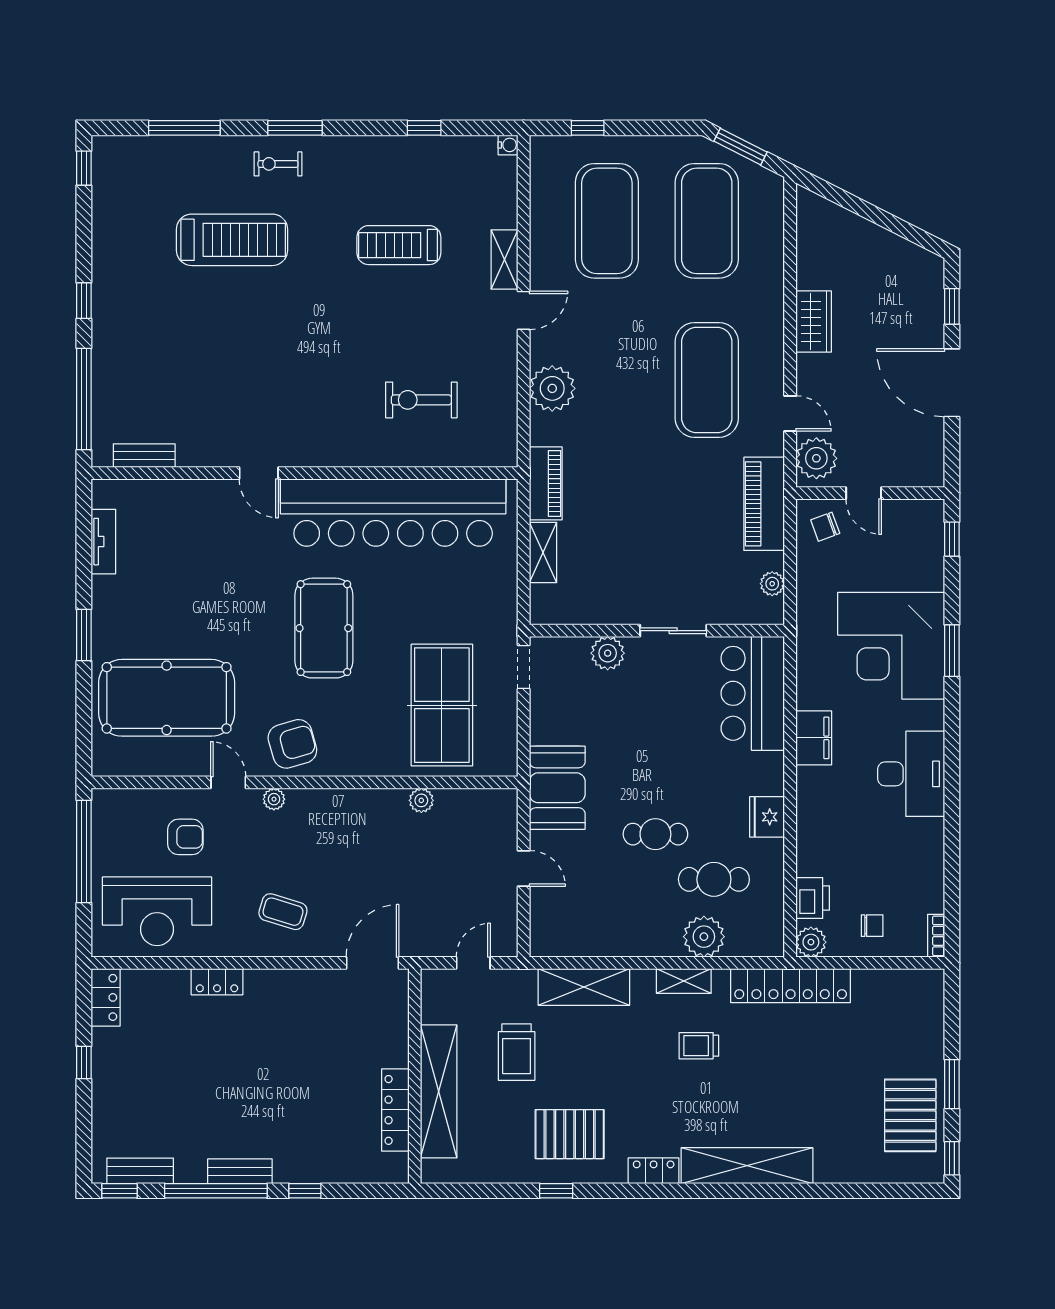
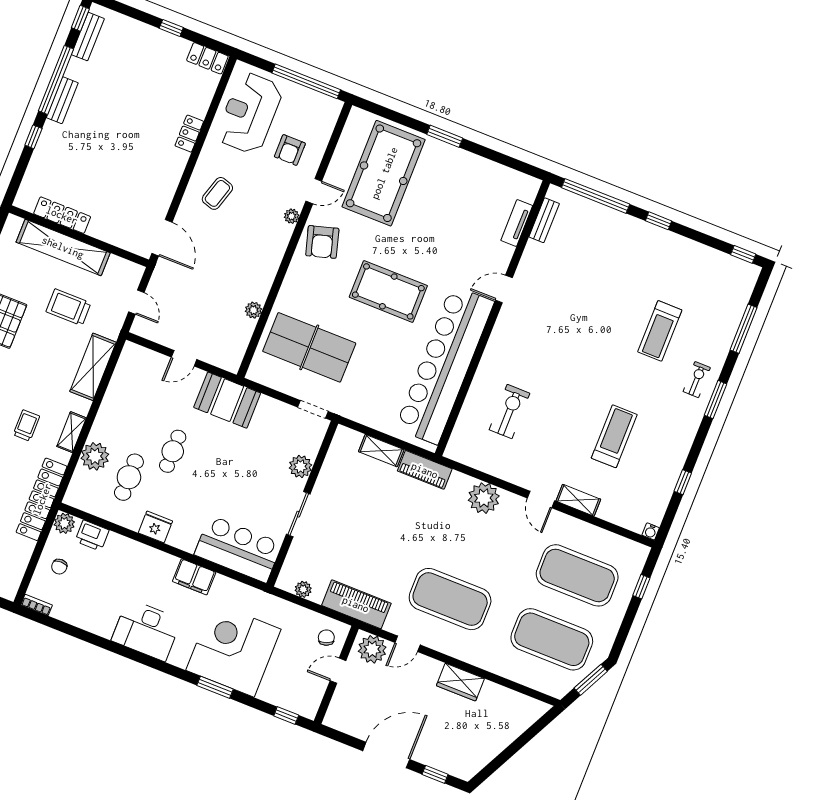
treadmill: (232, 240) -> (660, 331), width x0.73, depth x0.73
tv unit: (103, 542) -> (517, 223), moved, turned 90

